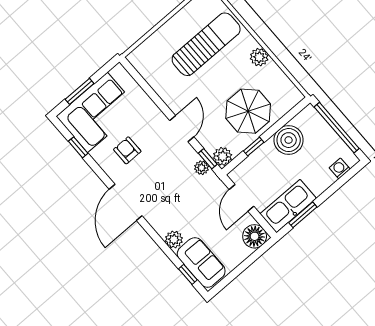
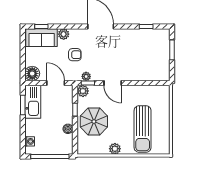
corner sofa: (97, 112) -> (155, 50), removed
boiler: (289, 140) -> (68, 129), width x0.54, depth x0.54
armchair: (127, 150) -> (75, 55), moved

